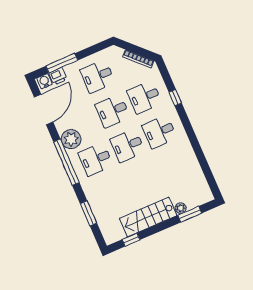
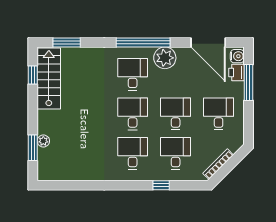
window: (88, 213) -> (67, 42), moved
stairs: (148, 217) -> (49, 78), moved

